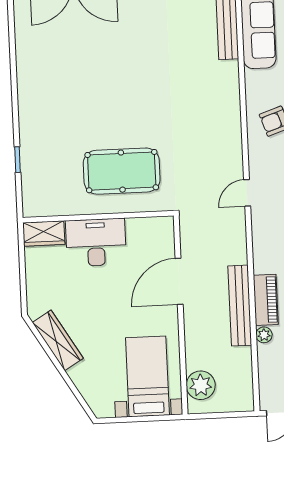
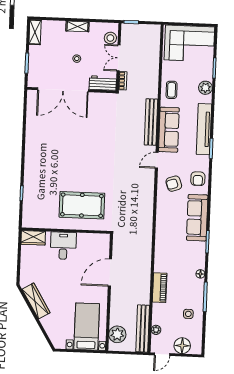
door: (247, 193) -> (157, 160), moved
desk: (96, 242) -> (63, 246), width x0.73
bench: (240, 306) -> (143, 328), moved
plant: (264, 335) -> (156, 330), moved

